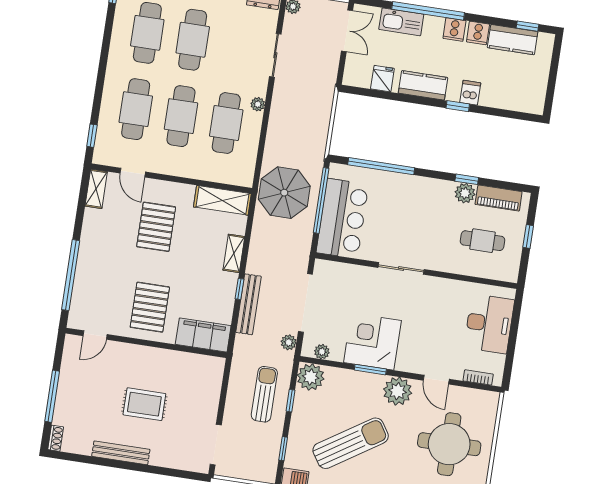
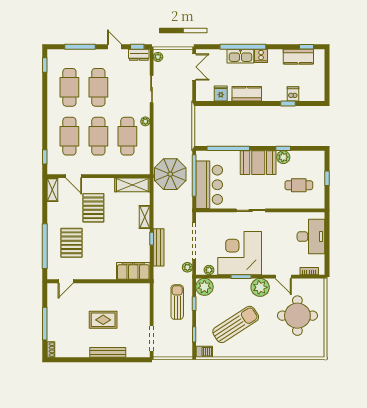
kitchen sink: (401, 22) -> (240, 56), moved
cooker: (478, 33) -> (276, 56), removed
dishwasher: (470, 93) -> (293, 94), moved
window: (458, 106) -> (288, 103), moved
booth: (424, 196) -> (258, 163), added
piano: (499, 198) -> (305, 157), removed
pallet: (150, 307) -> (71, 243), moved
corner desk: (372, 342) -> (240, 253), width x1.36, depth x1.36
bench: (121, 453) -> (108, 352), moved

